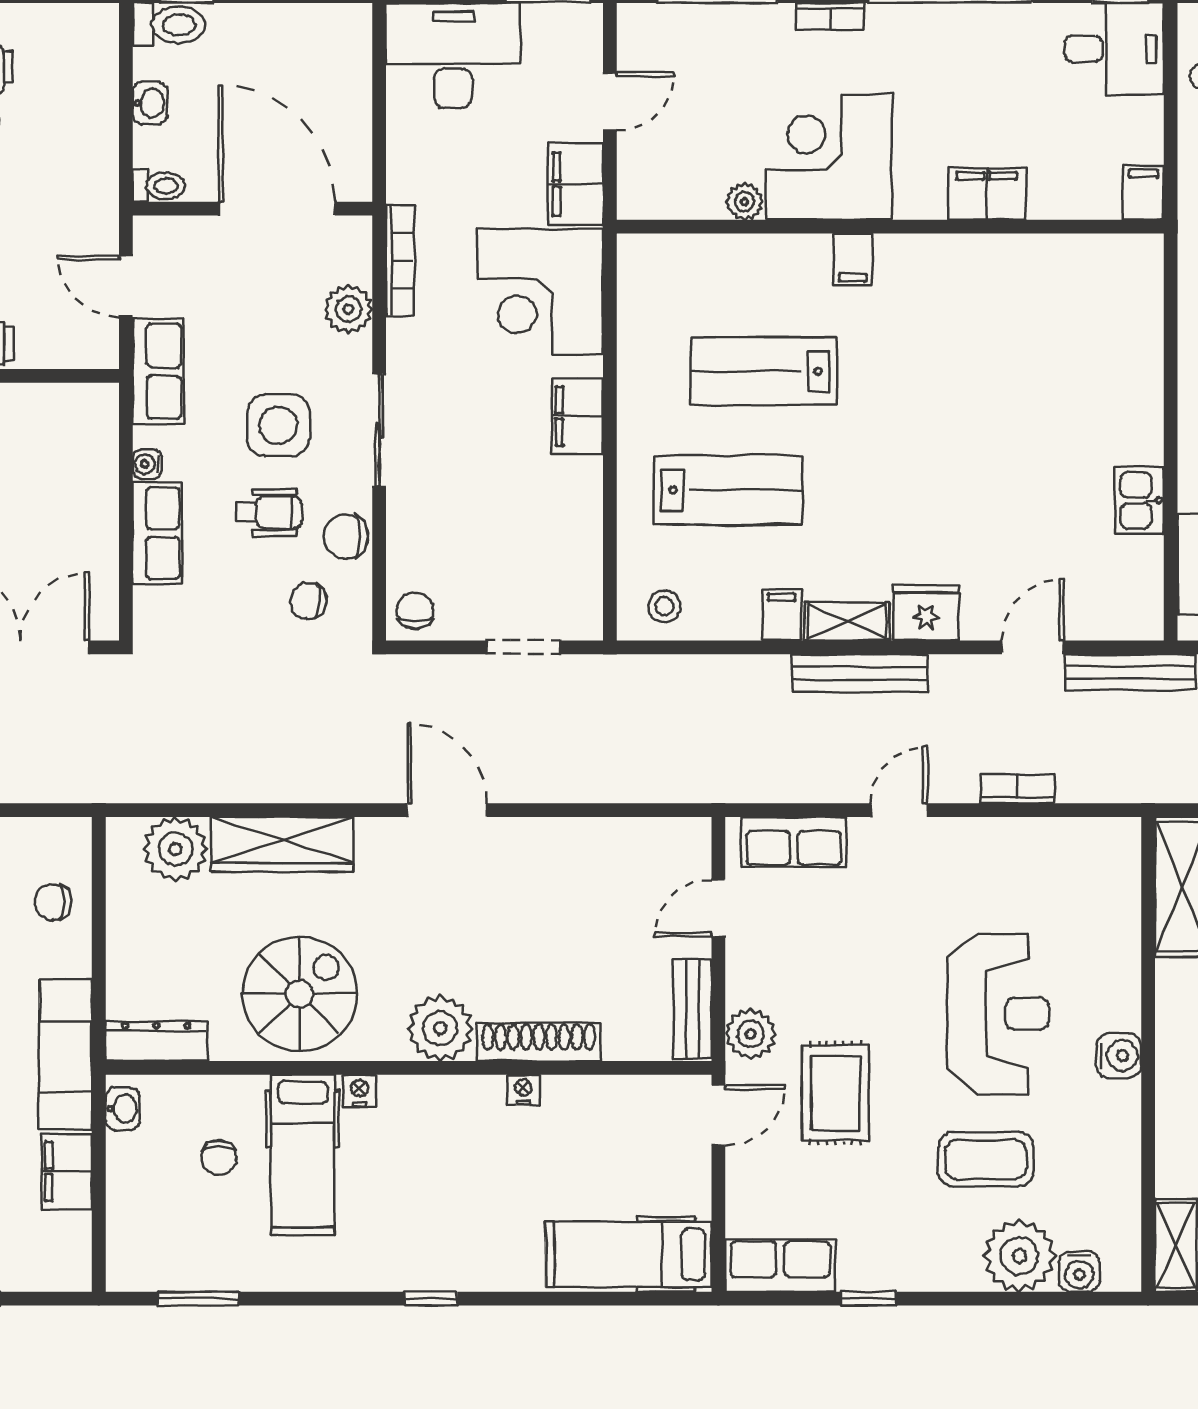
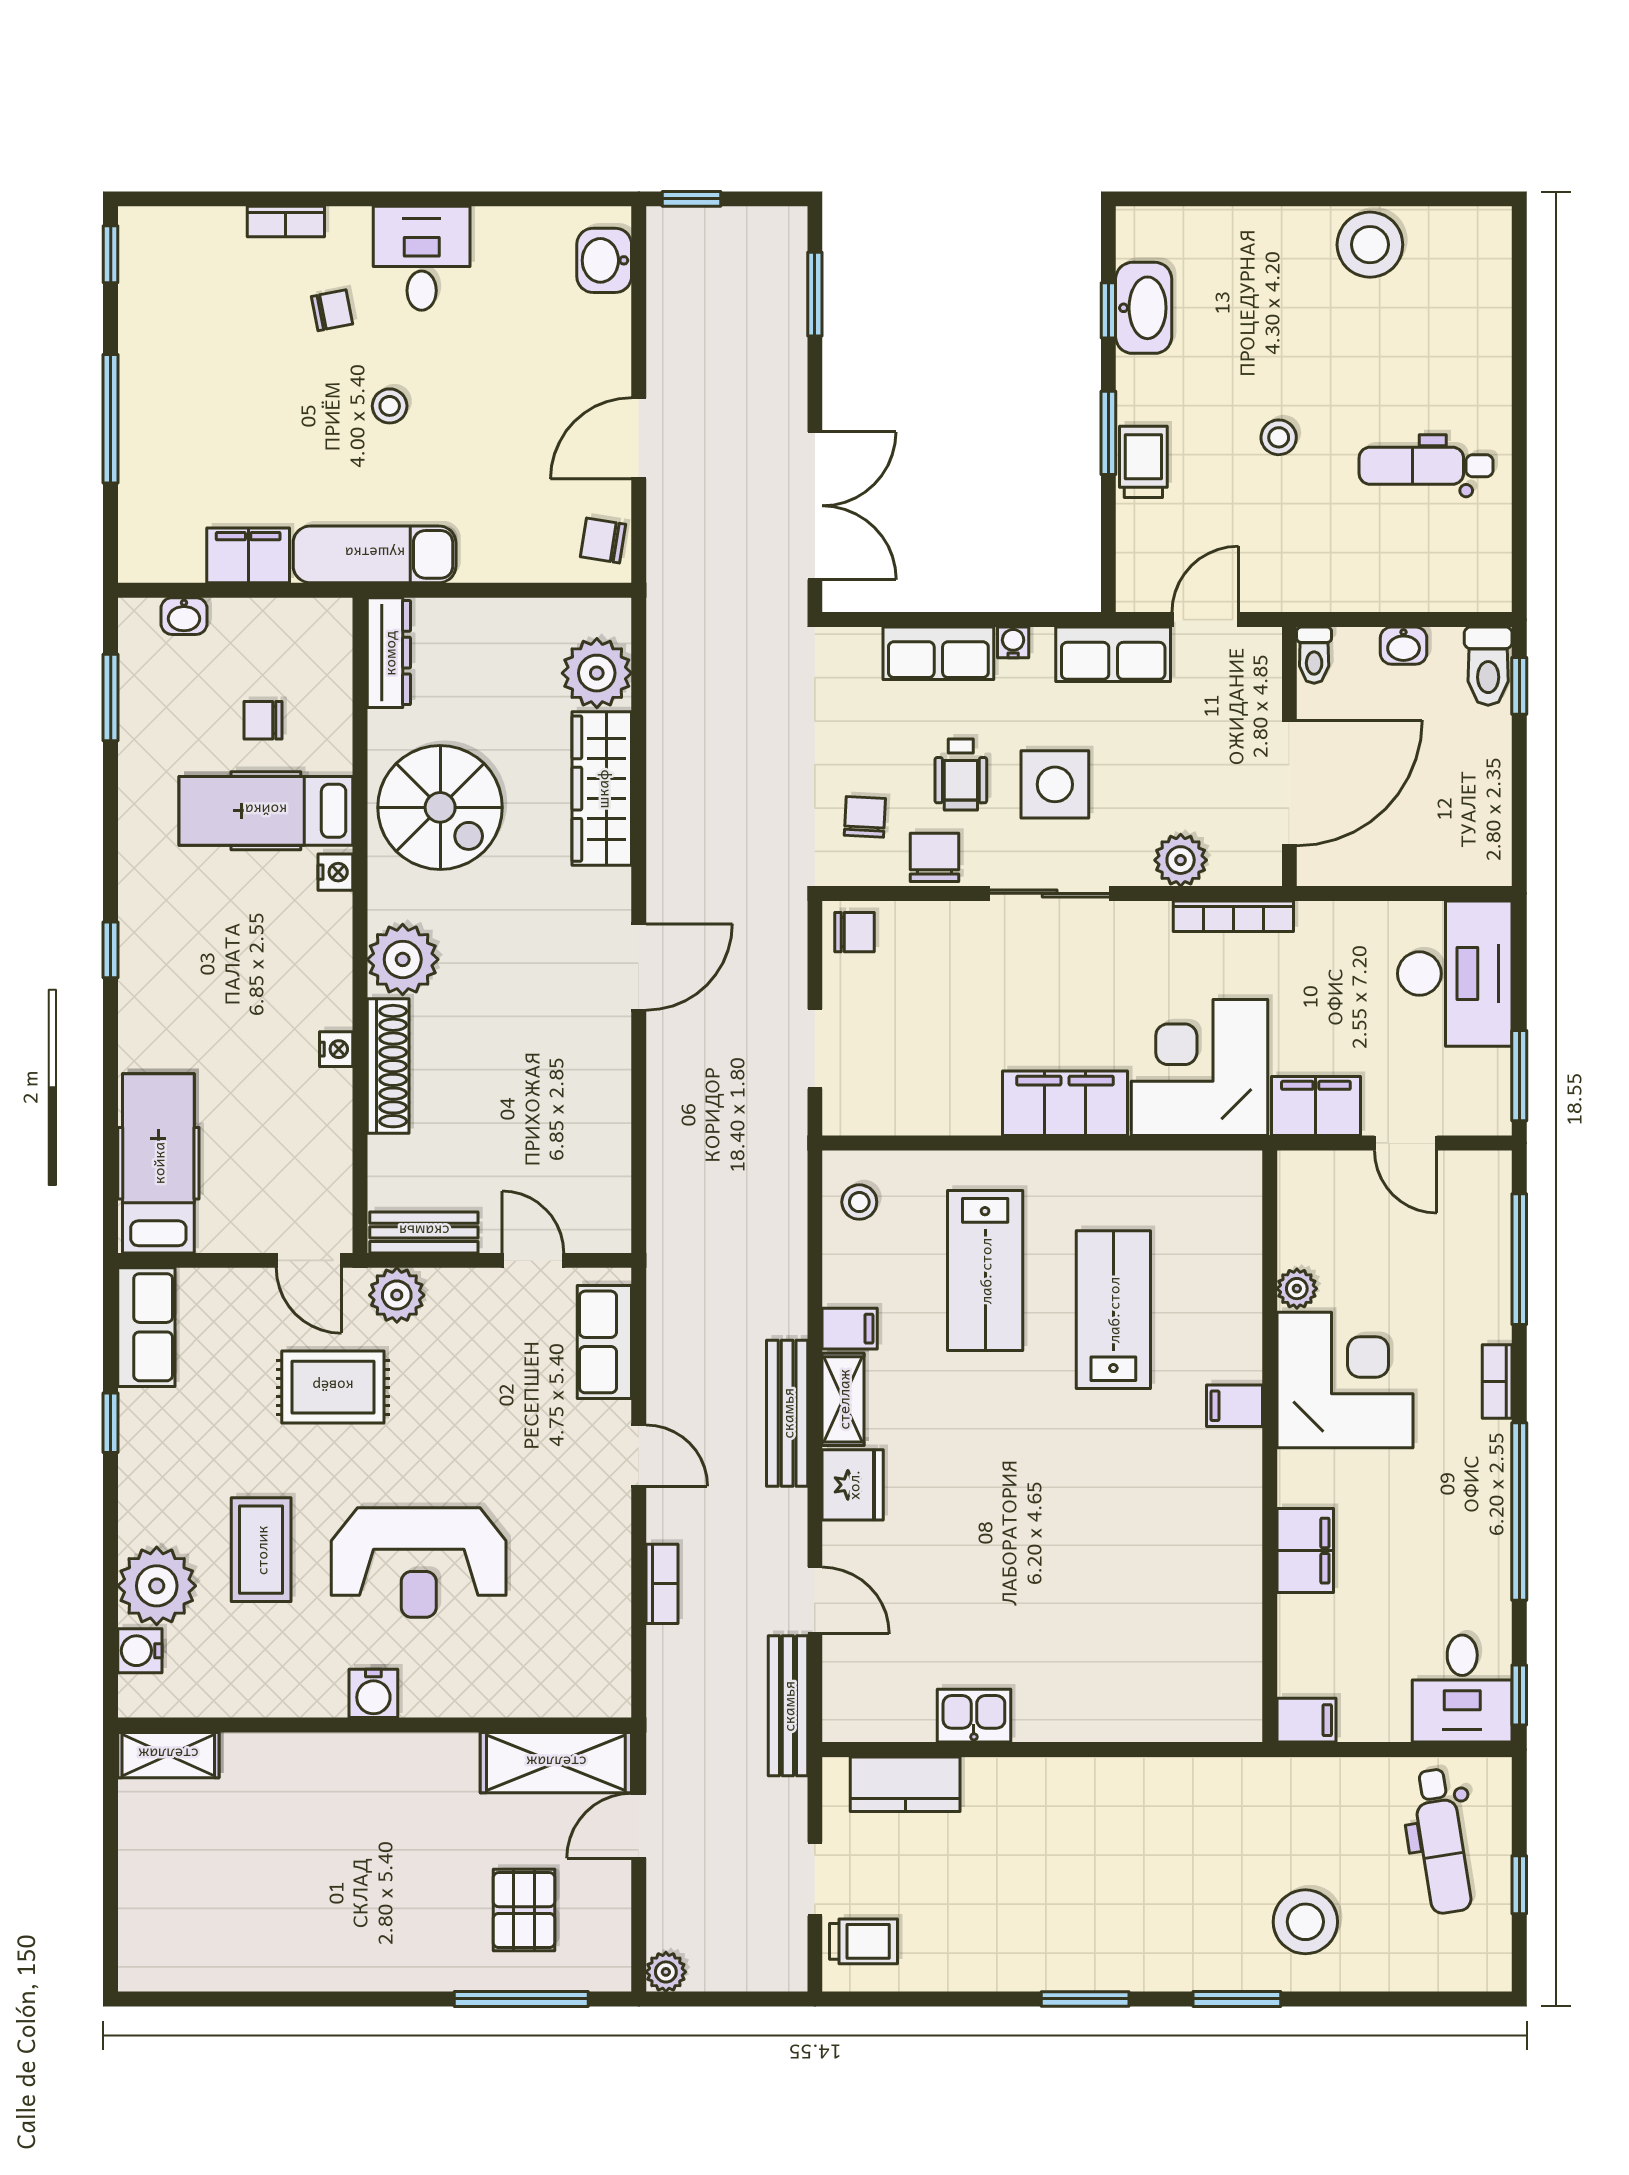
filing cabinet: (577, 416) -> (1065, 1103), width x1.50, depth x1.17
chair: (53, 902) -> (603, 541), moved, turned -81
washbasin: (123, 1109) -> (184, 616), moved

